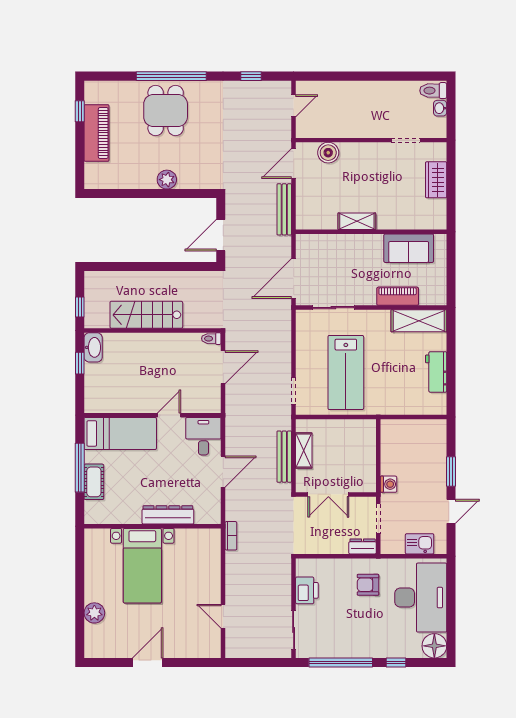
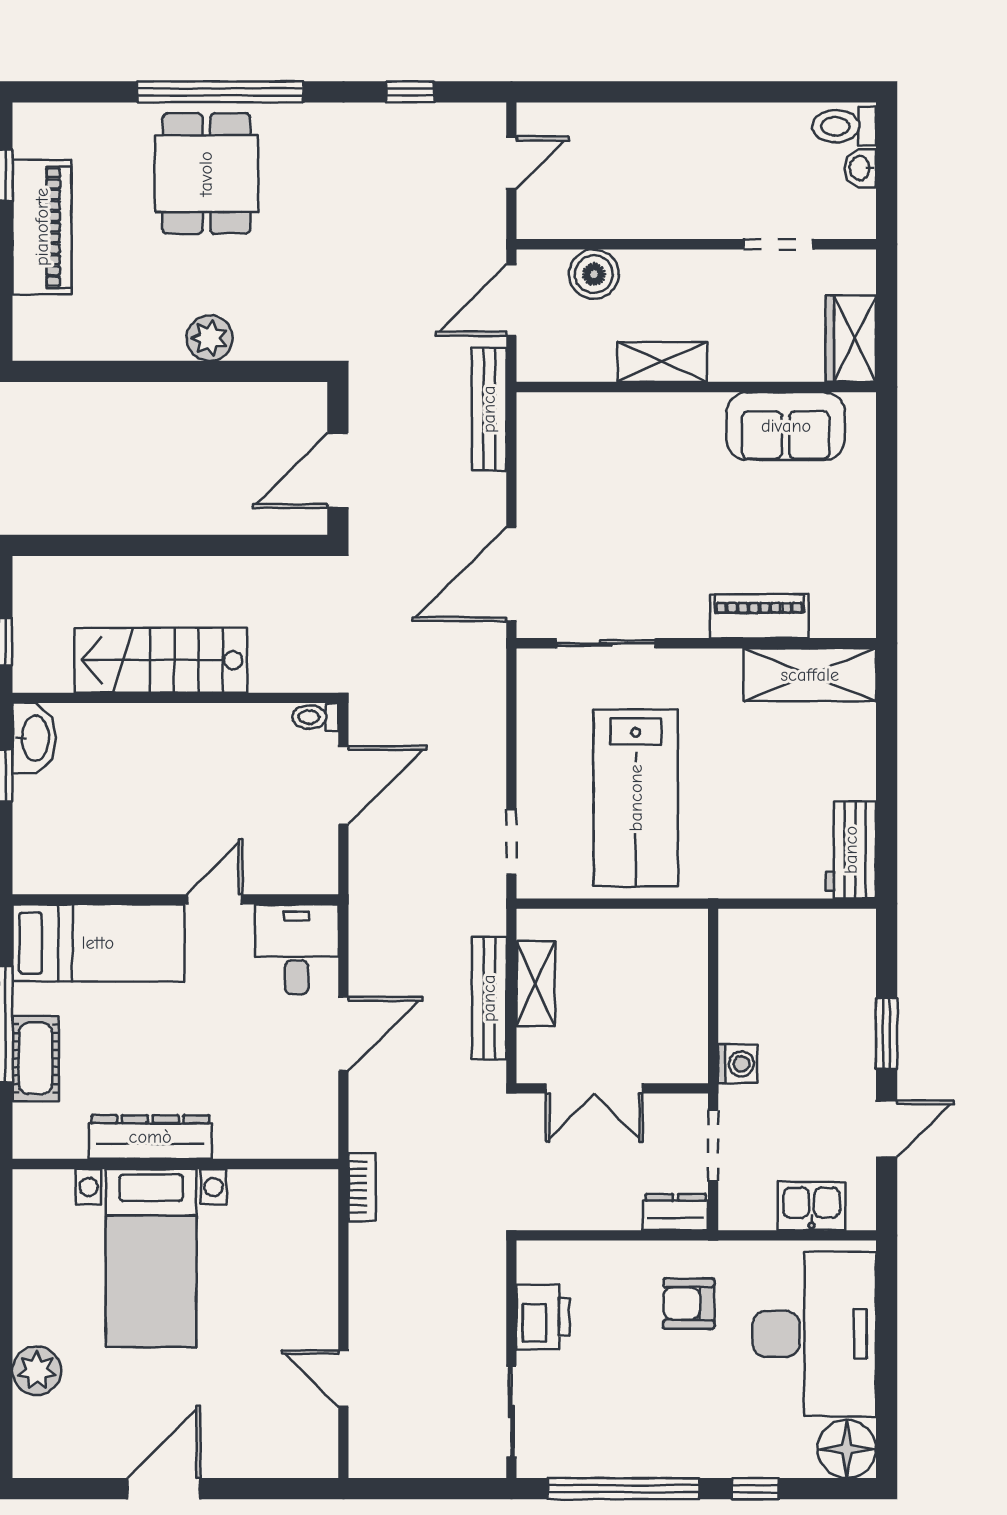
shelving: (357, 221) -> (662, 362), moved
wall: (371, 232) -> (696, 387), moved
sofa: (409, 248) -> (786, 426), moved
workbench: (436, 372) -> (851, 850), moved
dresser: (168, 515) -> (150, 1137), moved

